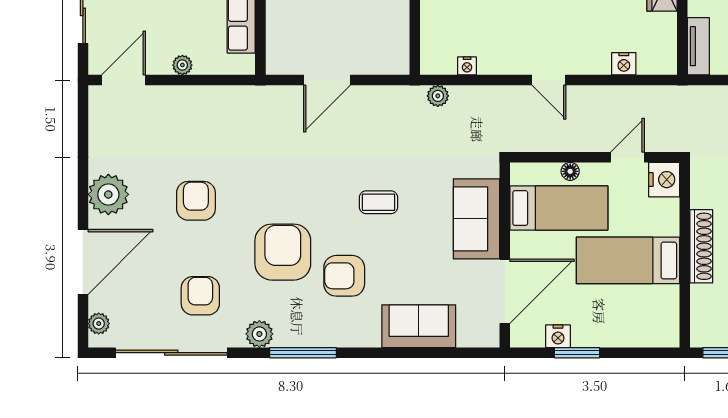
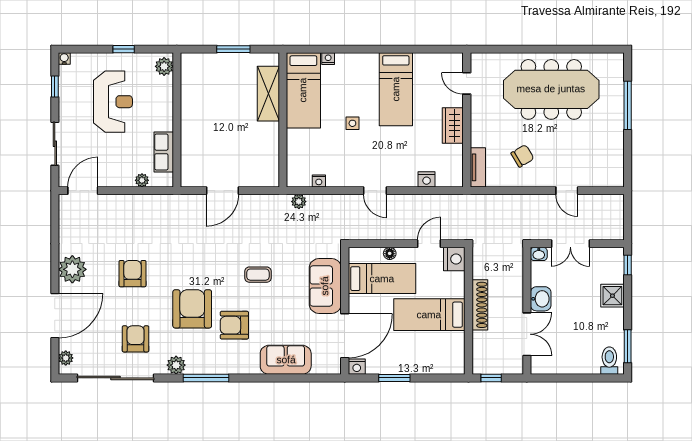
plant: (182, 65) -> (142, 180), moved
nightstand: (558, 336) -> (357, 367), moved

